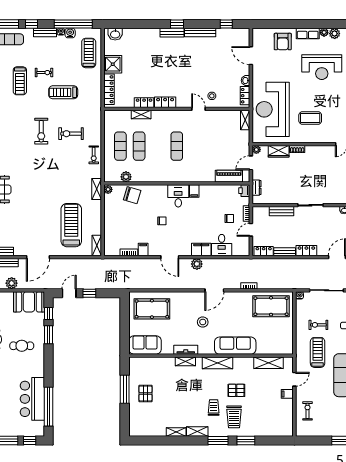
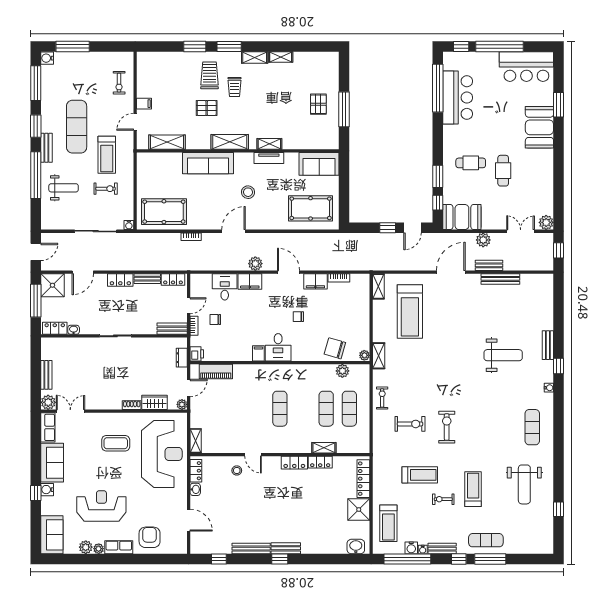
bench: (281, 211) -> (172, 329), moved
filing cabinet: (143, 250) -> (315, 281), width x2.00

